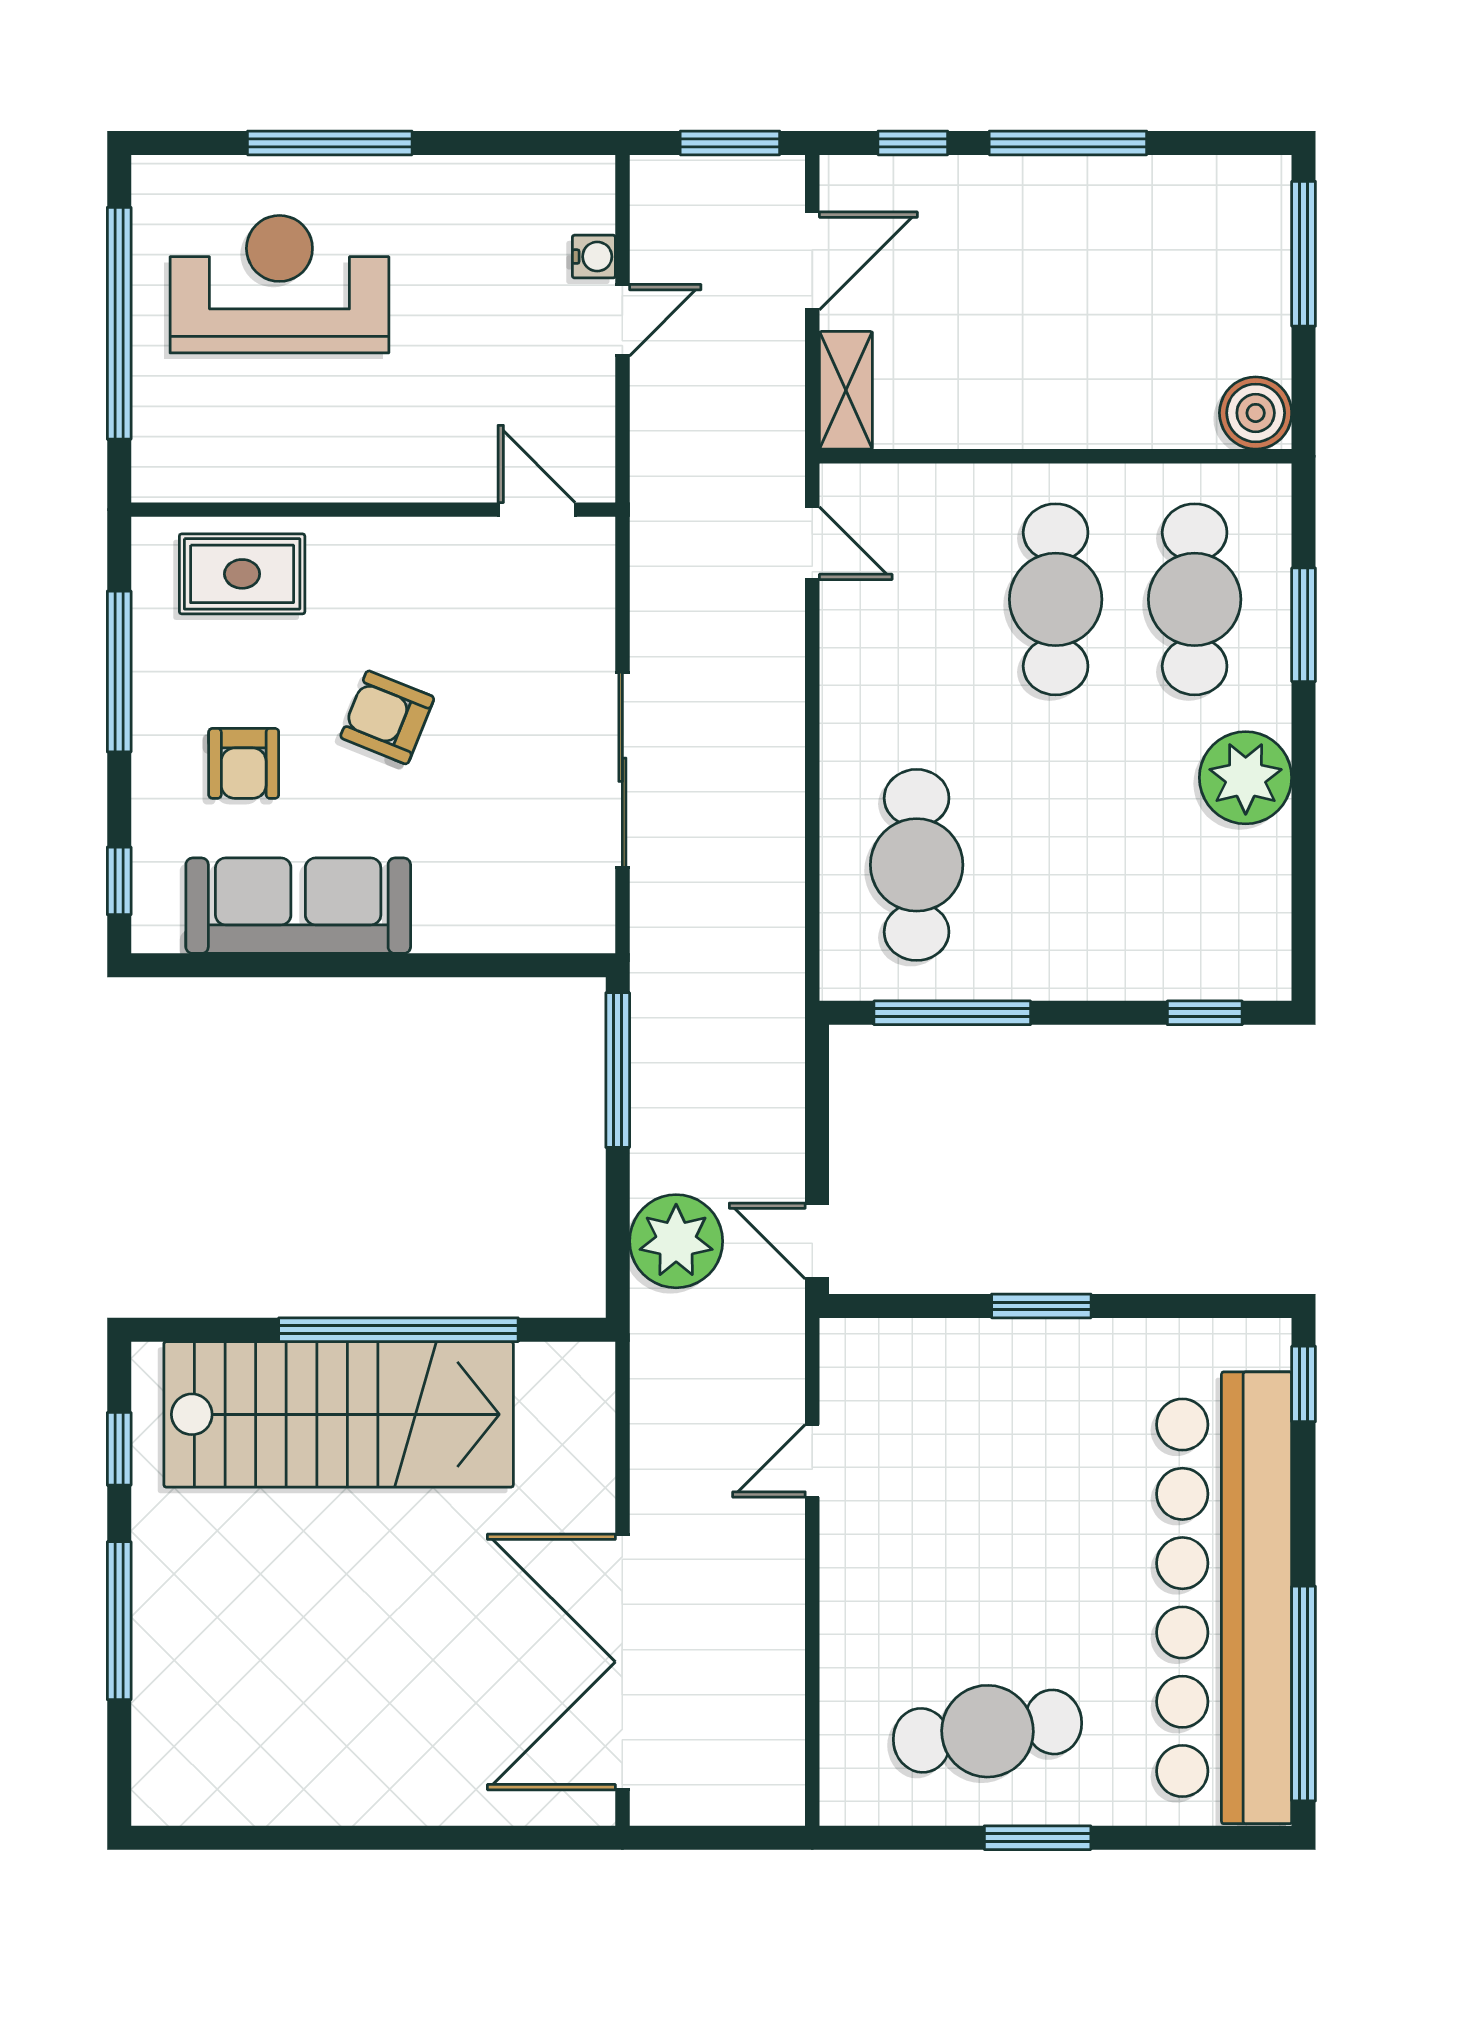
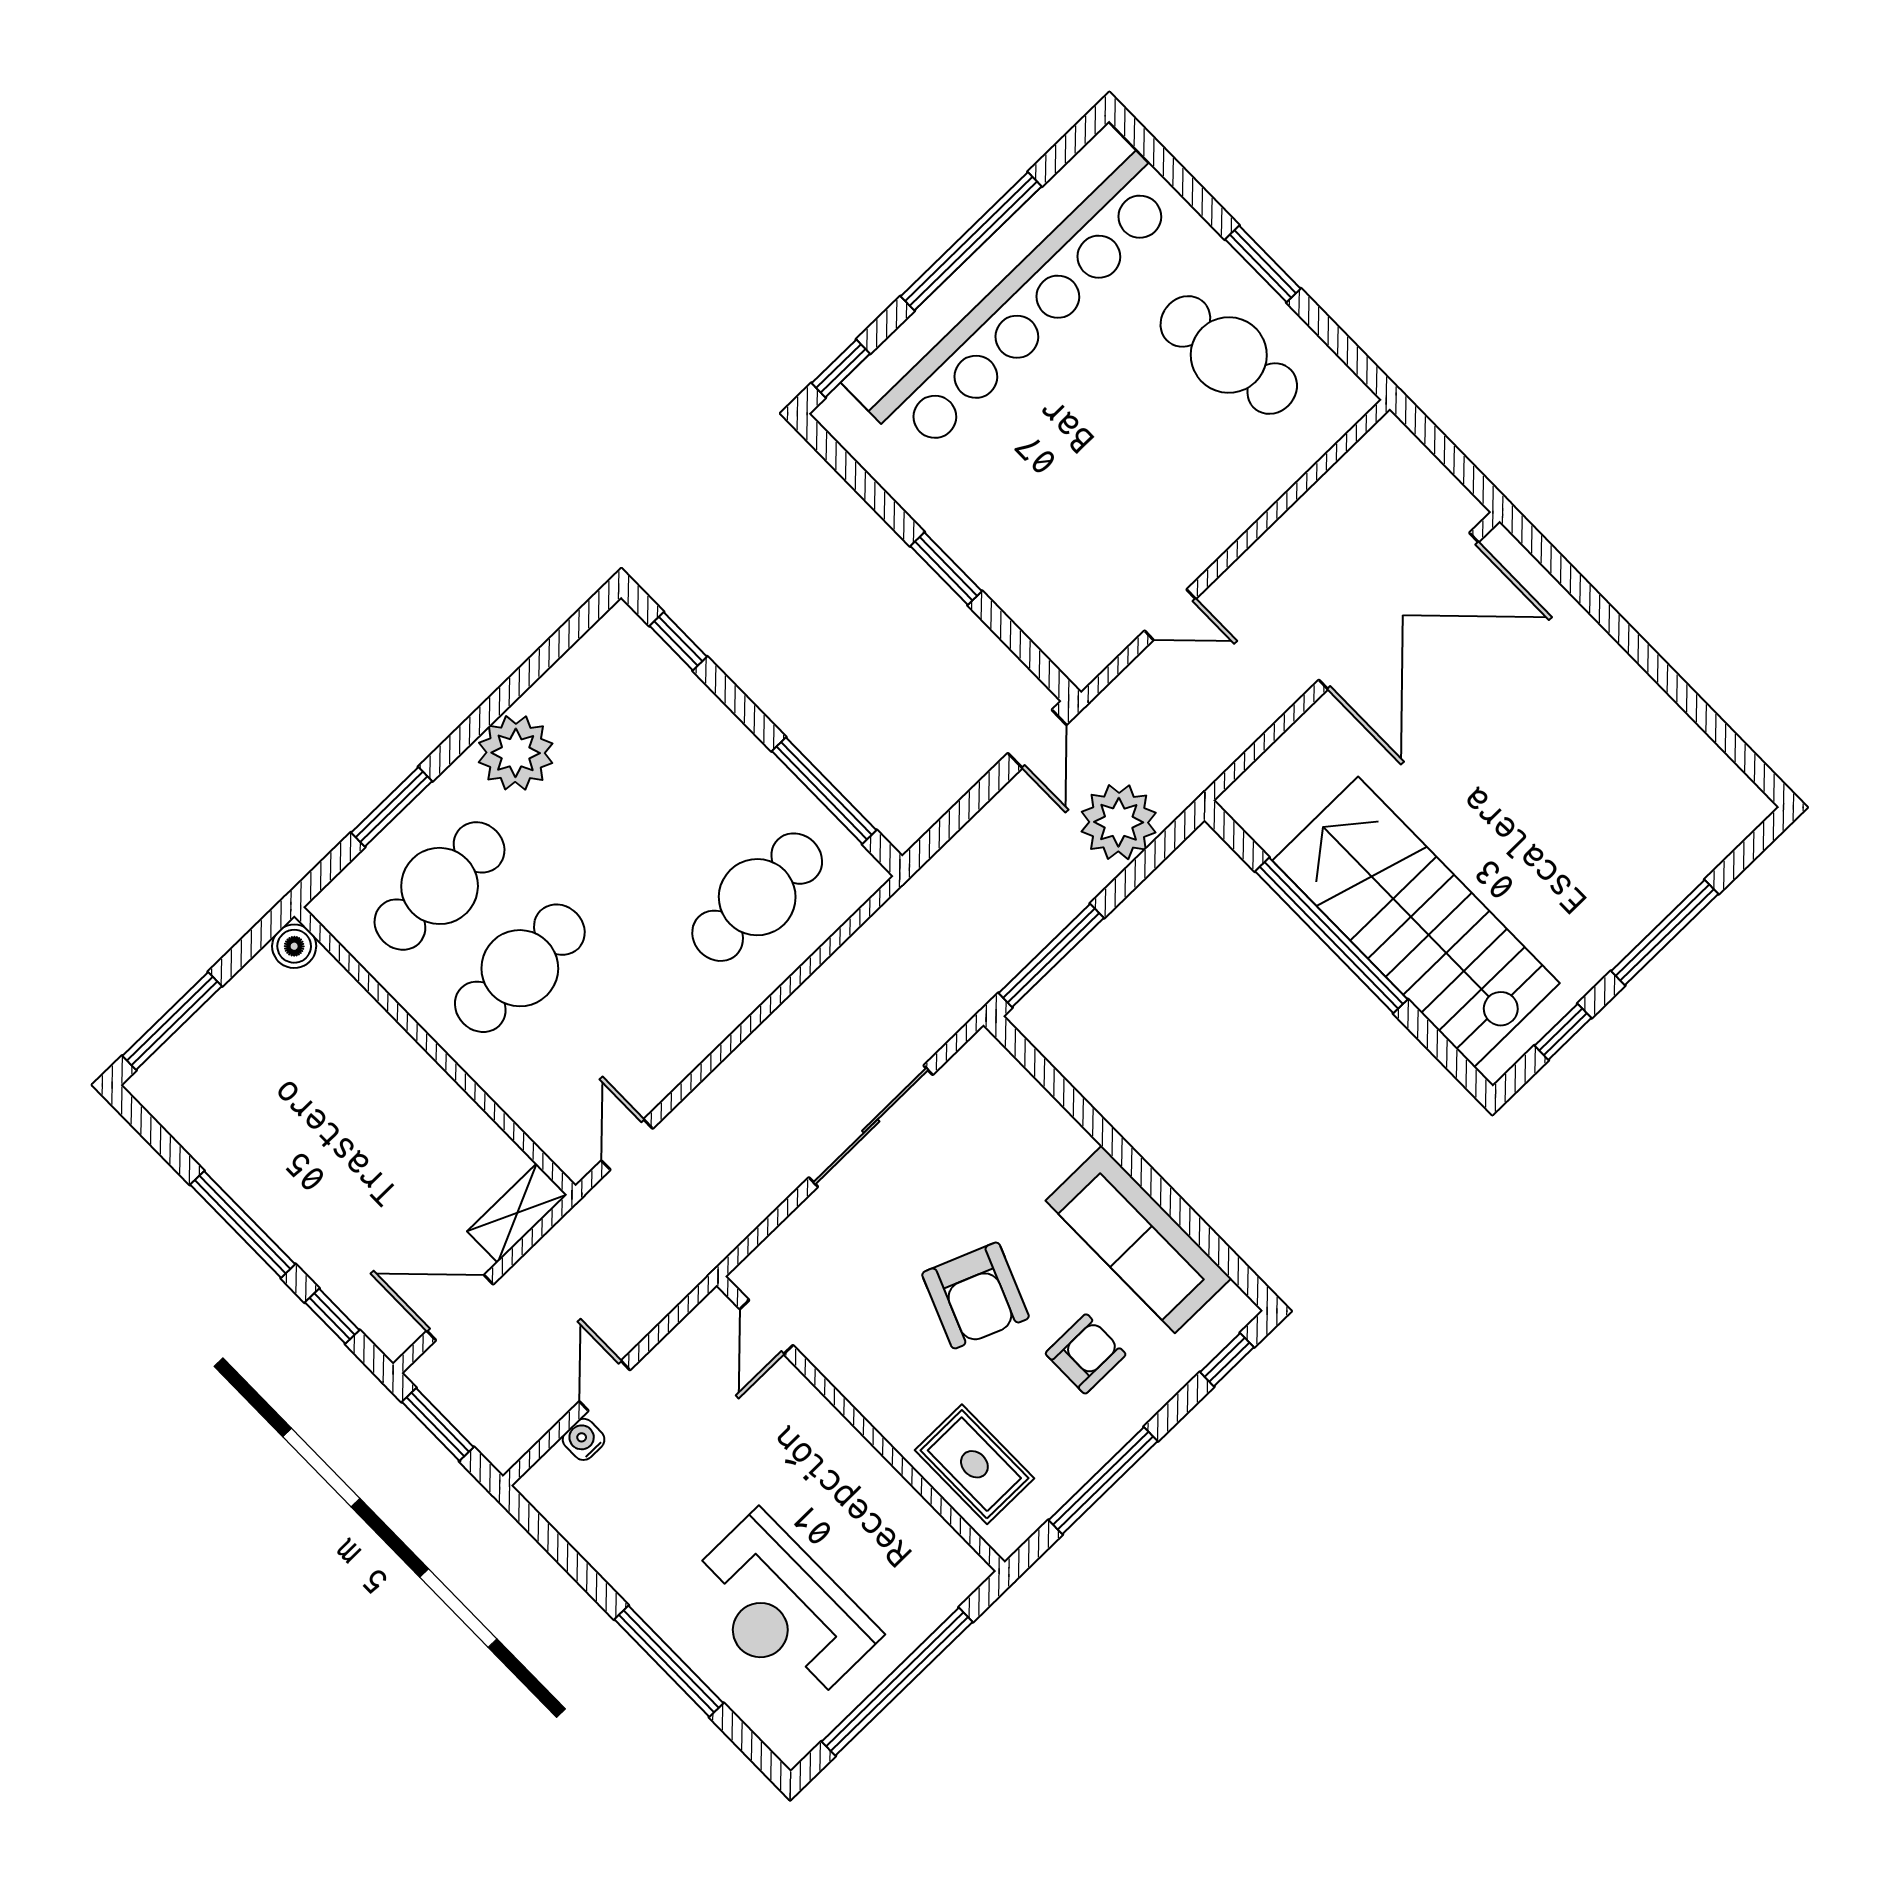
door: (622, 320) -> (605, 1386), hinge flipped
boiler: (1256, 413) -> (294, 946), width x0.73, depth x0.73
armchair: (387, 717) -> (975, 1295), width x1.38, depth x1.38
window: (1304, 1694) -> (971, 241), moved

